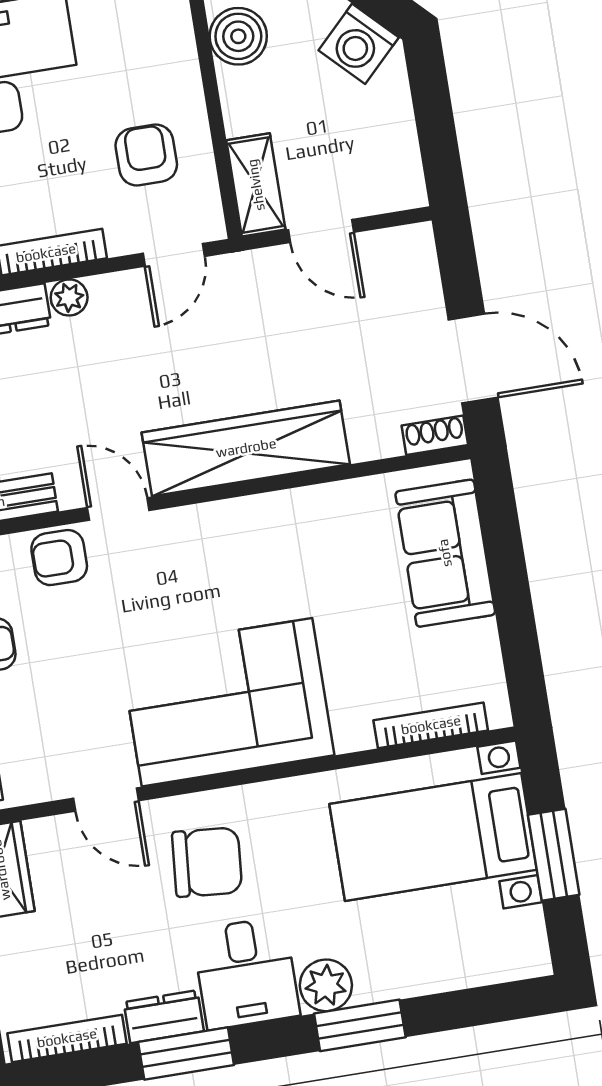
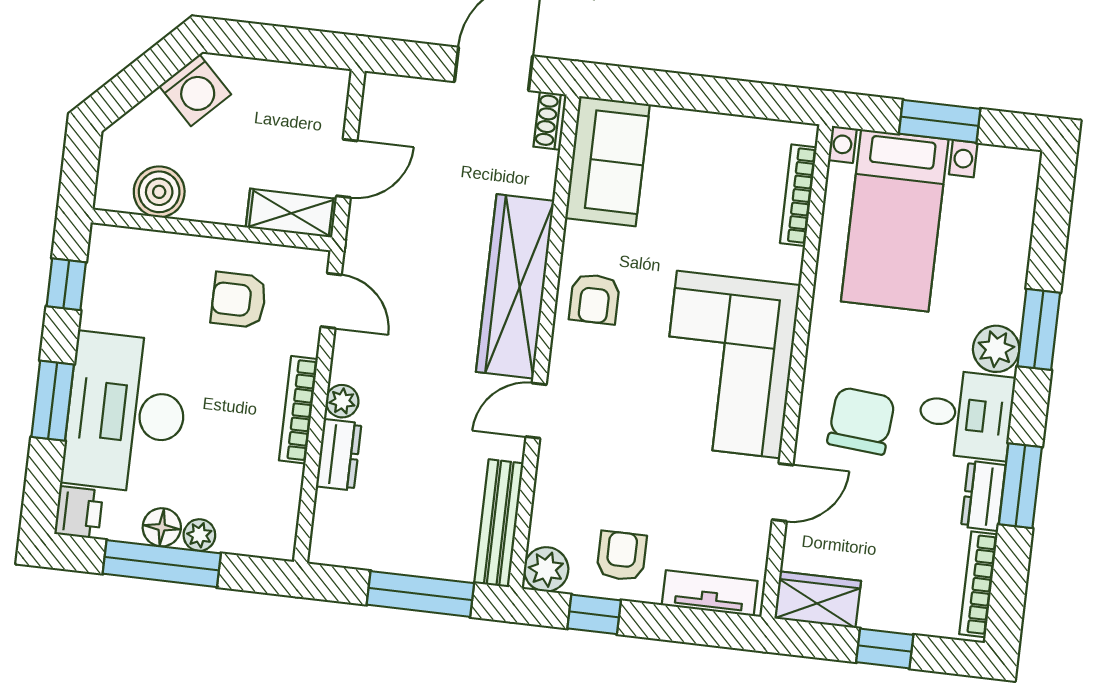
sofa: (445, 553) -> (608, 161), moved, turned -90
armchair: (59, 558) -> (594, 299), moved

